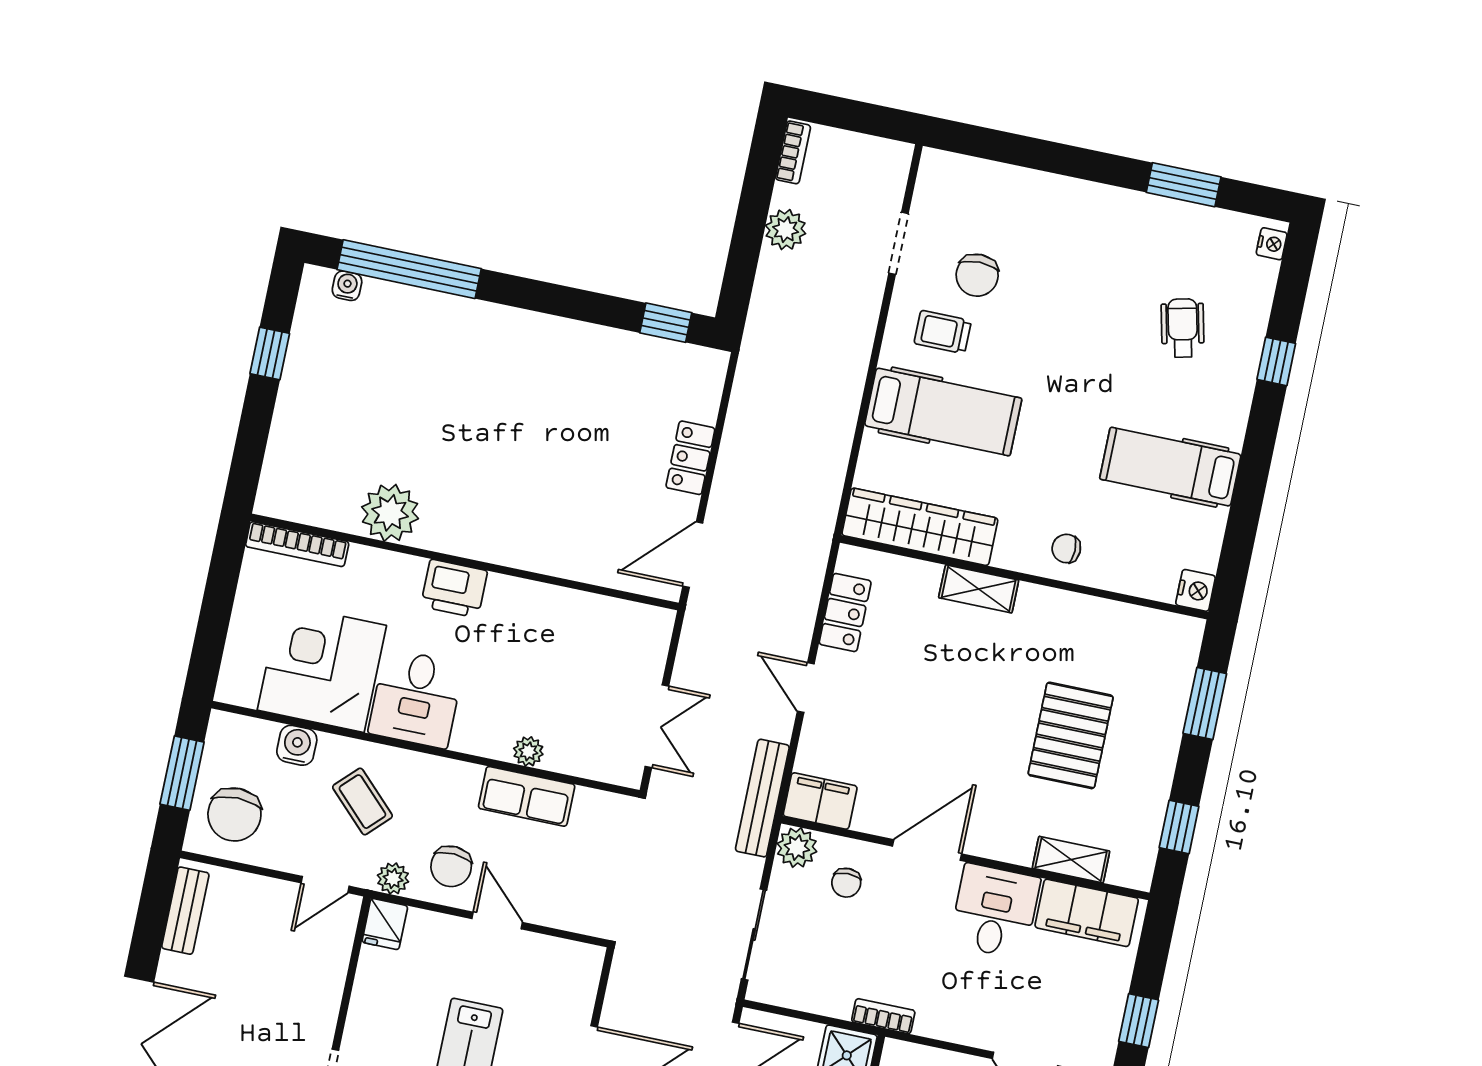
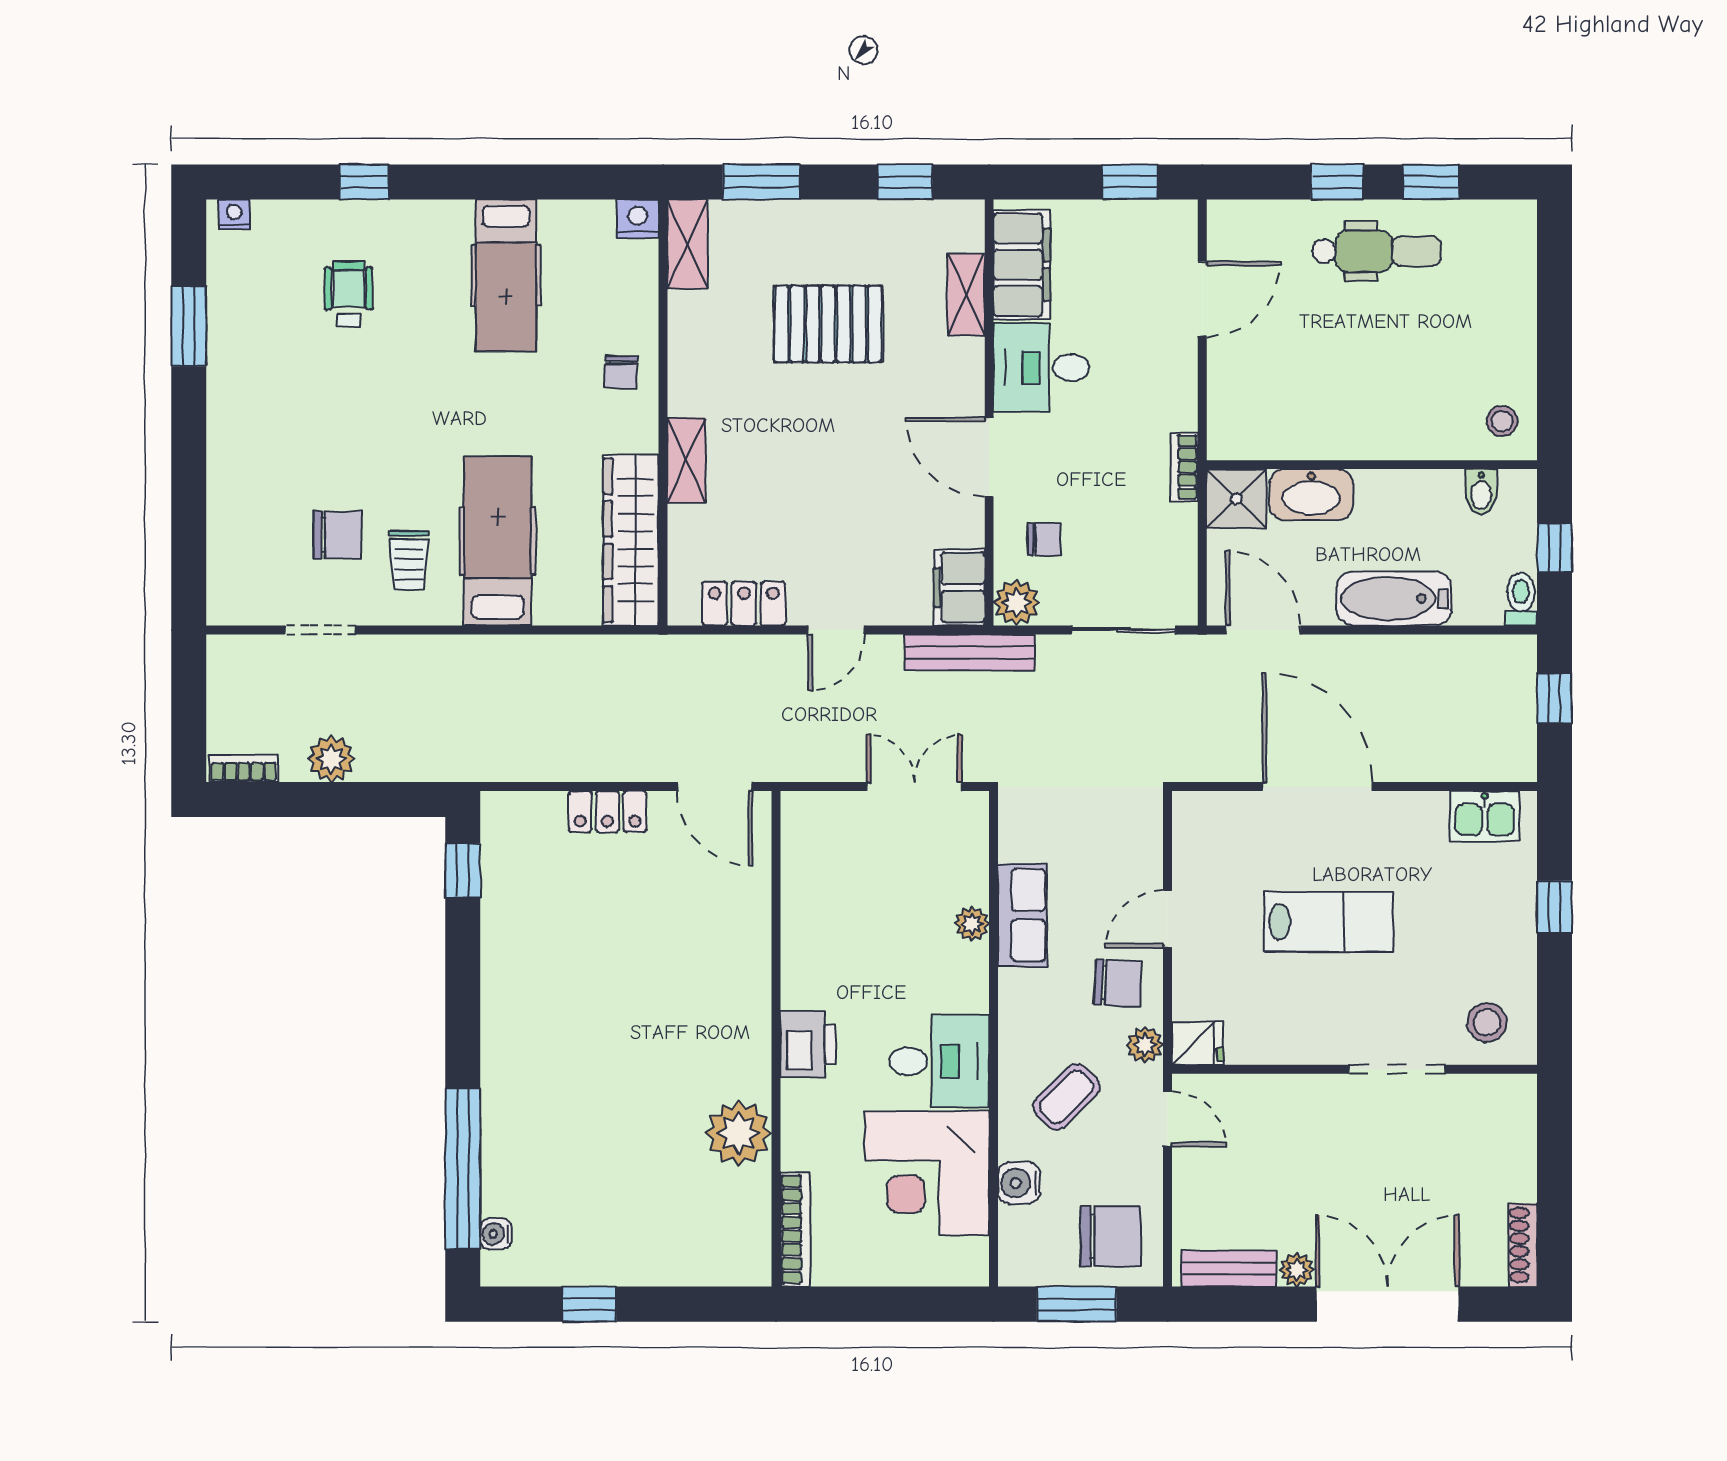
wheelchair: (1183, 328) -> (349, 294), turned 103
shelving: (1165, 629) -> (687, 244), added
plant: (172, 969) -> (1297, 1270), added

